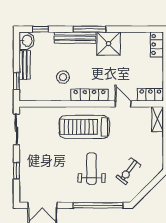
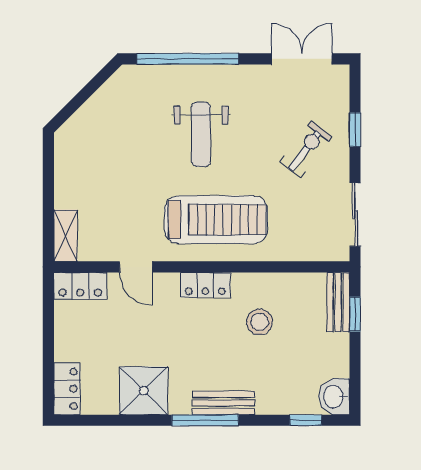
bench: (75, 38) -> (224, 403), width x0.73
shower: (109, 44) -> (144, 391), moved
bench: (25, 65) -> (338, 302), moved
locker: (89, 95) -> (205, 285), width x0.66
exercise bike: (128, 171) -> (306, 149), moved

